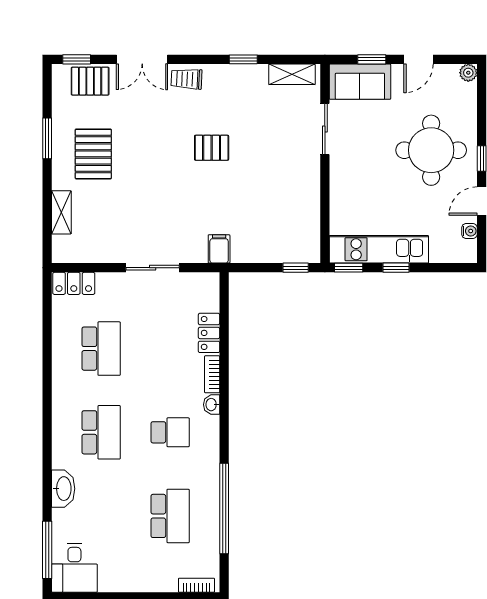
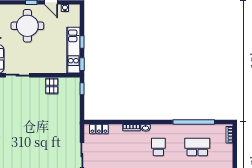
pallet: (212, 148) -> (52, 86), moved
filing cabinet: (219, 249) -> (73, 124), removed
locker: (209, 333) -> (99, 129), moved

